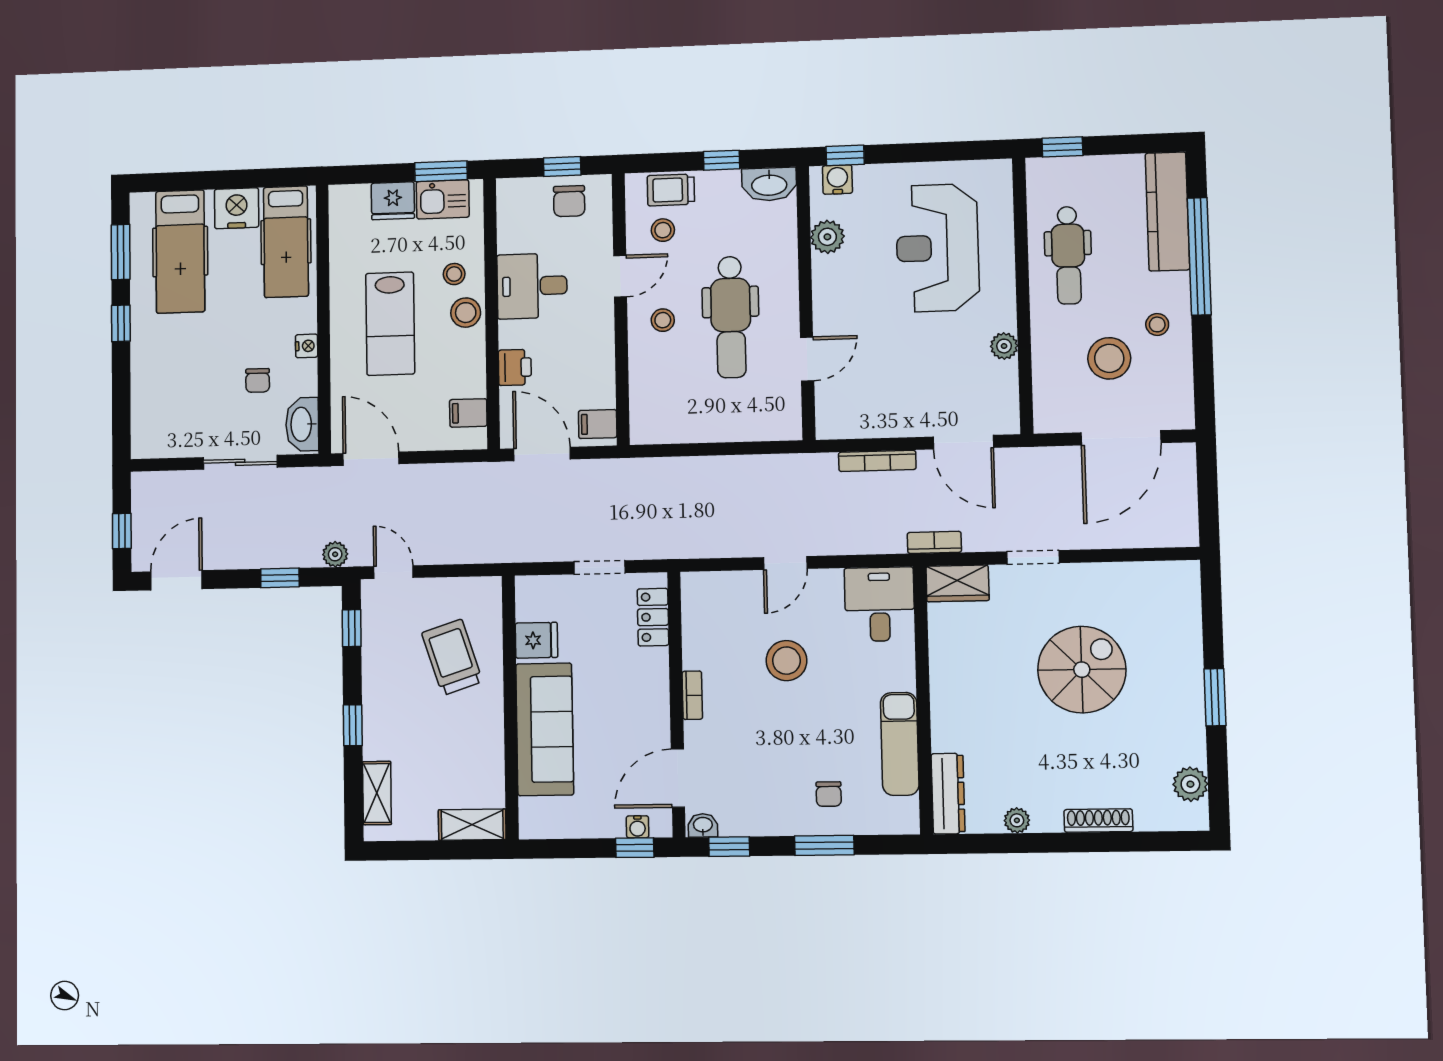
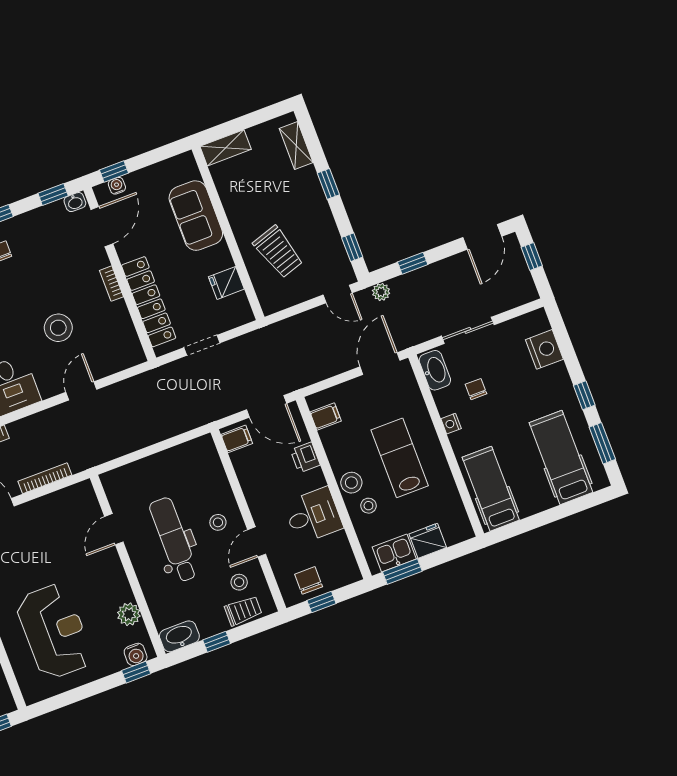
nightstand: (237, 208) -> (544, 349), moved, turned -90
door: (371, 459) -> (380, 364), swing flipped
locker: (653, 617) -> (149, 302), width x2.16, depth x1.21
sofa: (545, 729) -> (196, 216), width x0.73

